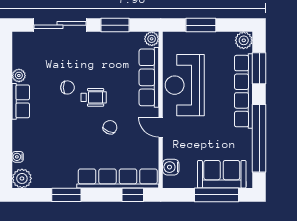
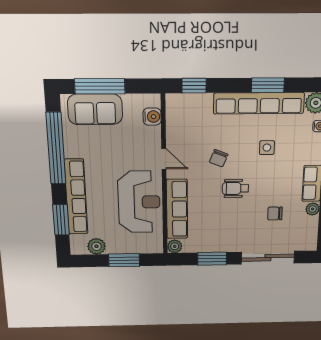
plant: (244, 40) -> (96, 246), moved
chair: (67, 87) -> (275, 213), moved
side table: (65, 137) -> (267, 148), added
row of seats: (118, 179) -> (259, 103), moved

